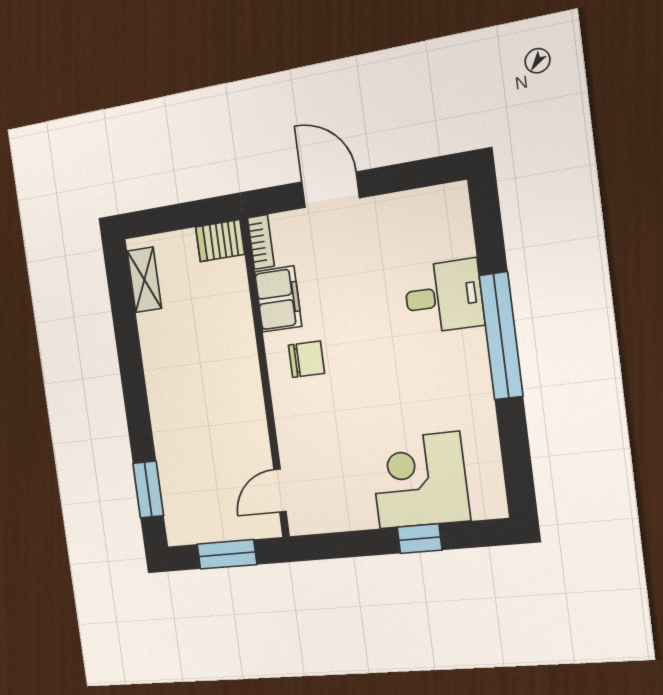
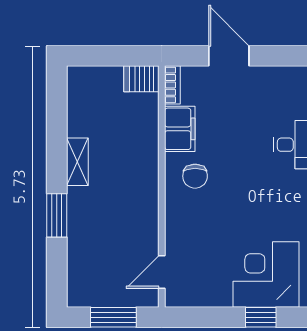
shelving: (144, 280) -> (77, 162), moved
chair: (306, 359) -> (195, 176), turned 90
window: (148, 490) -> (57, 215), moved

